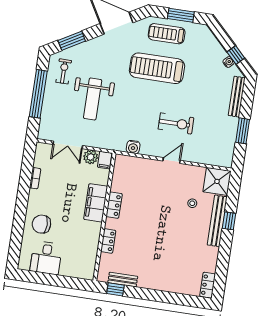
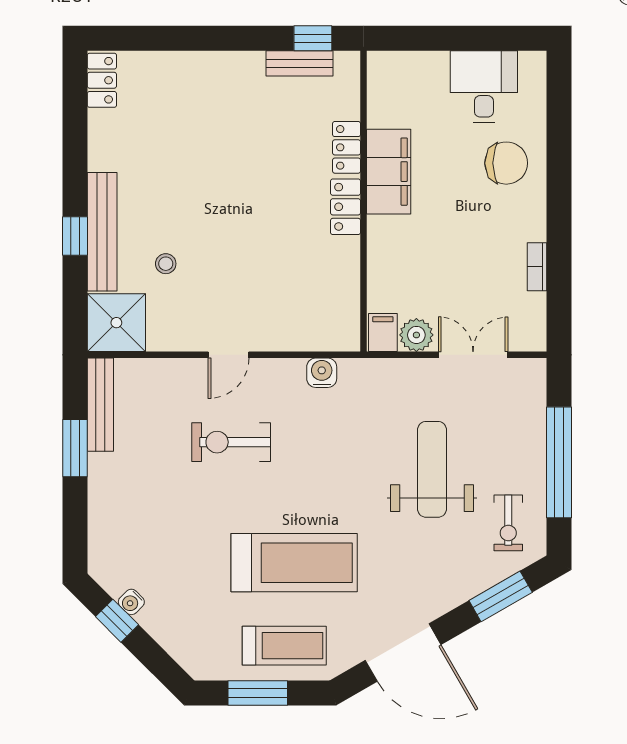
bench: (237, 97) -> (100, 405), moved
filing cabinet: (96, 203) -> (389, 172), moved
locker: (114, 205) -> (346, 207), moved

